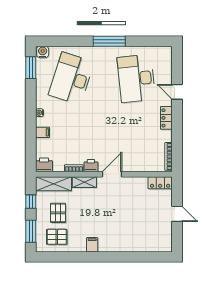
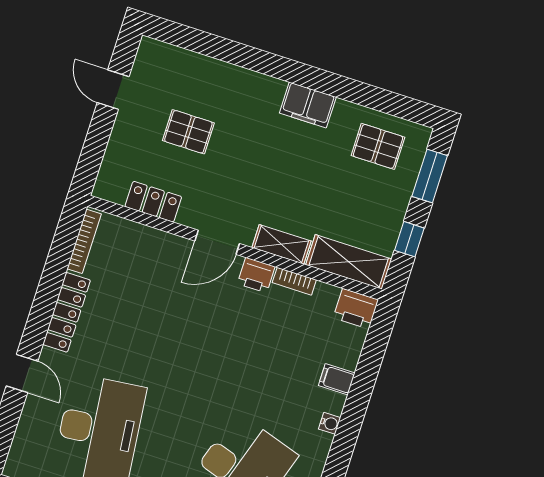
locker: (166, 118) -> (67, 312), width x1.53
locker: (160, 183) -> (153, 202), moved
pallet: (58, 213) -> (188, 132), moved, turned 90
door: (177, 214) -> (113, 90), moved
filing cabinet: (92, 245) -> (308, 105), width x2.00

